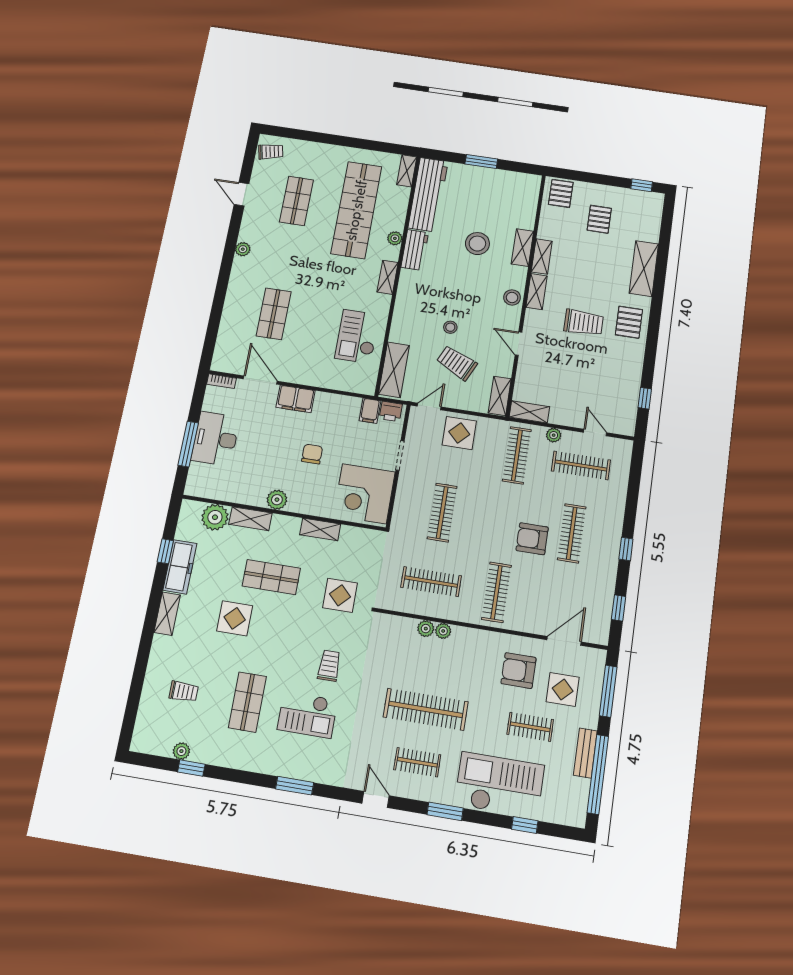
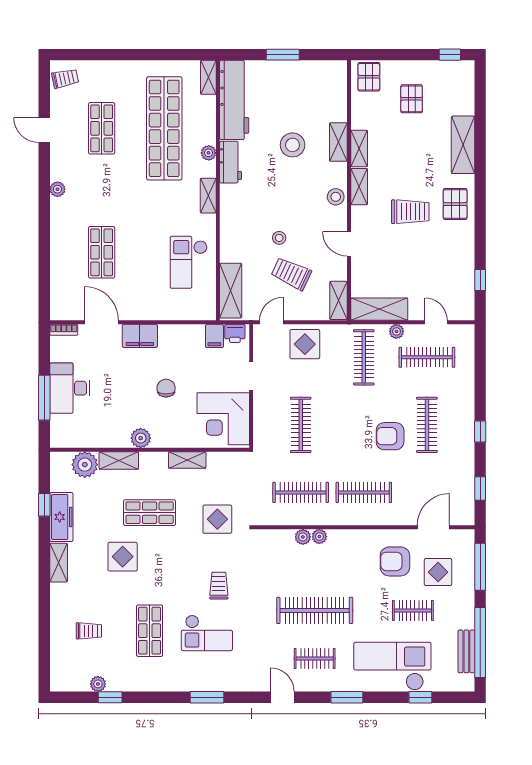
shelving: (529, 412) -> (379, 309), width x1.50, depth x1.33
clothes rail: (496, 592) -> (364, 492), turned 90
bench: (585, 753) -> (466, 651), moved

